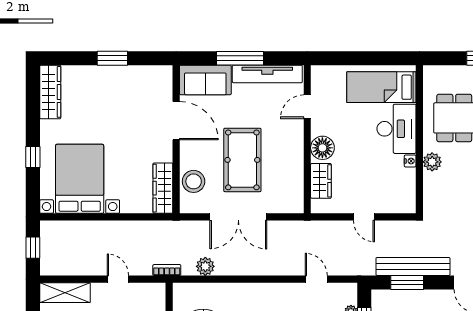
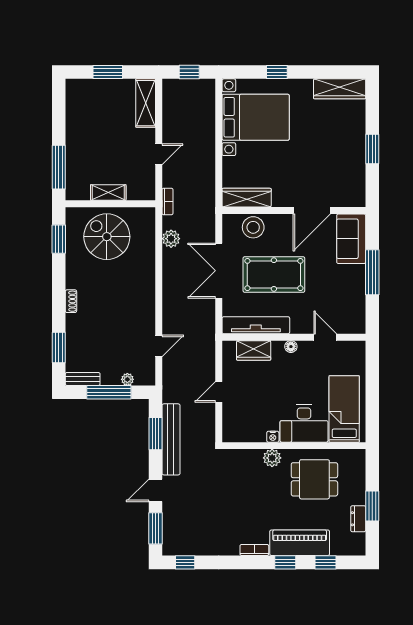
tv unit: (267, 74) -> (256, 325), moved, turned 90
floor lamp: (322, 148) -> (291, 347), width x0.53, depth x0.53

